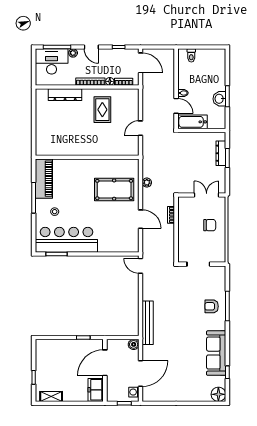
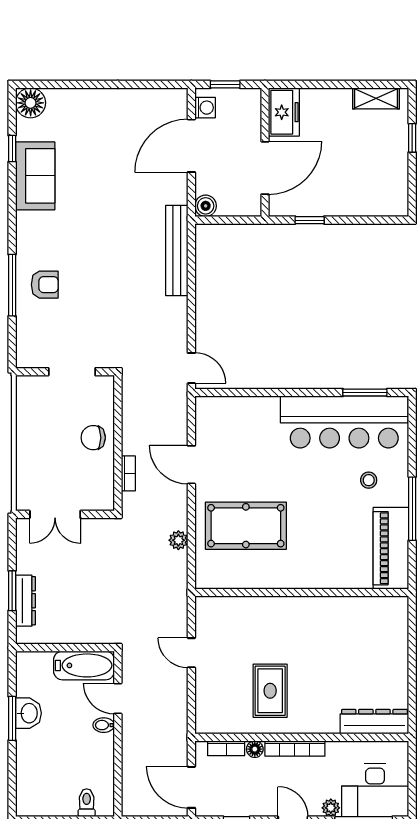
dresser: (65, 95) -> (374, 722), moved
door: (141, 128) -> (191, 653), swing flipped
chair: (210, 225) -> (93, 438), moved
sofa: (216, 353) -> (35, 176), width x0.73

